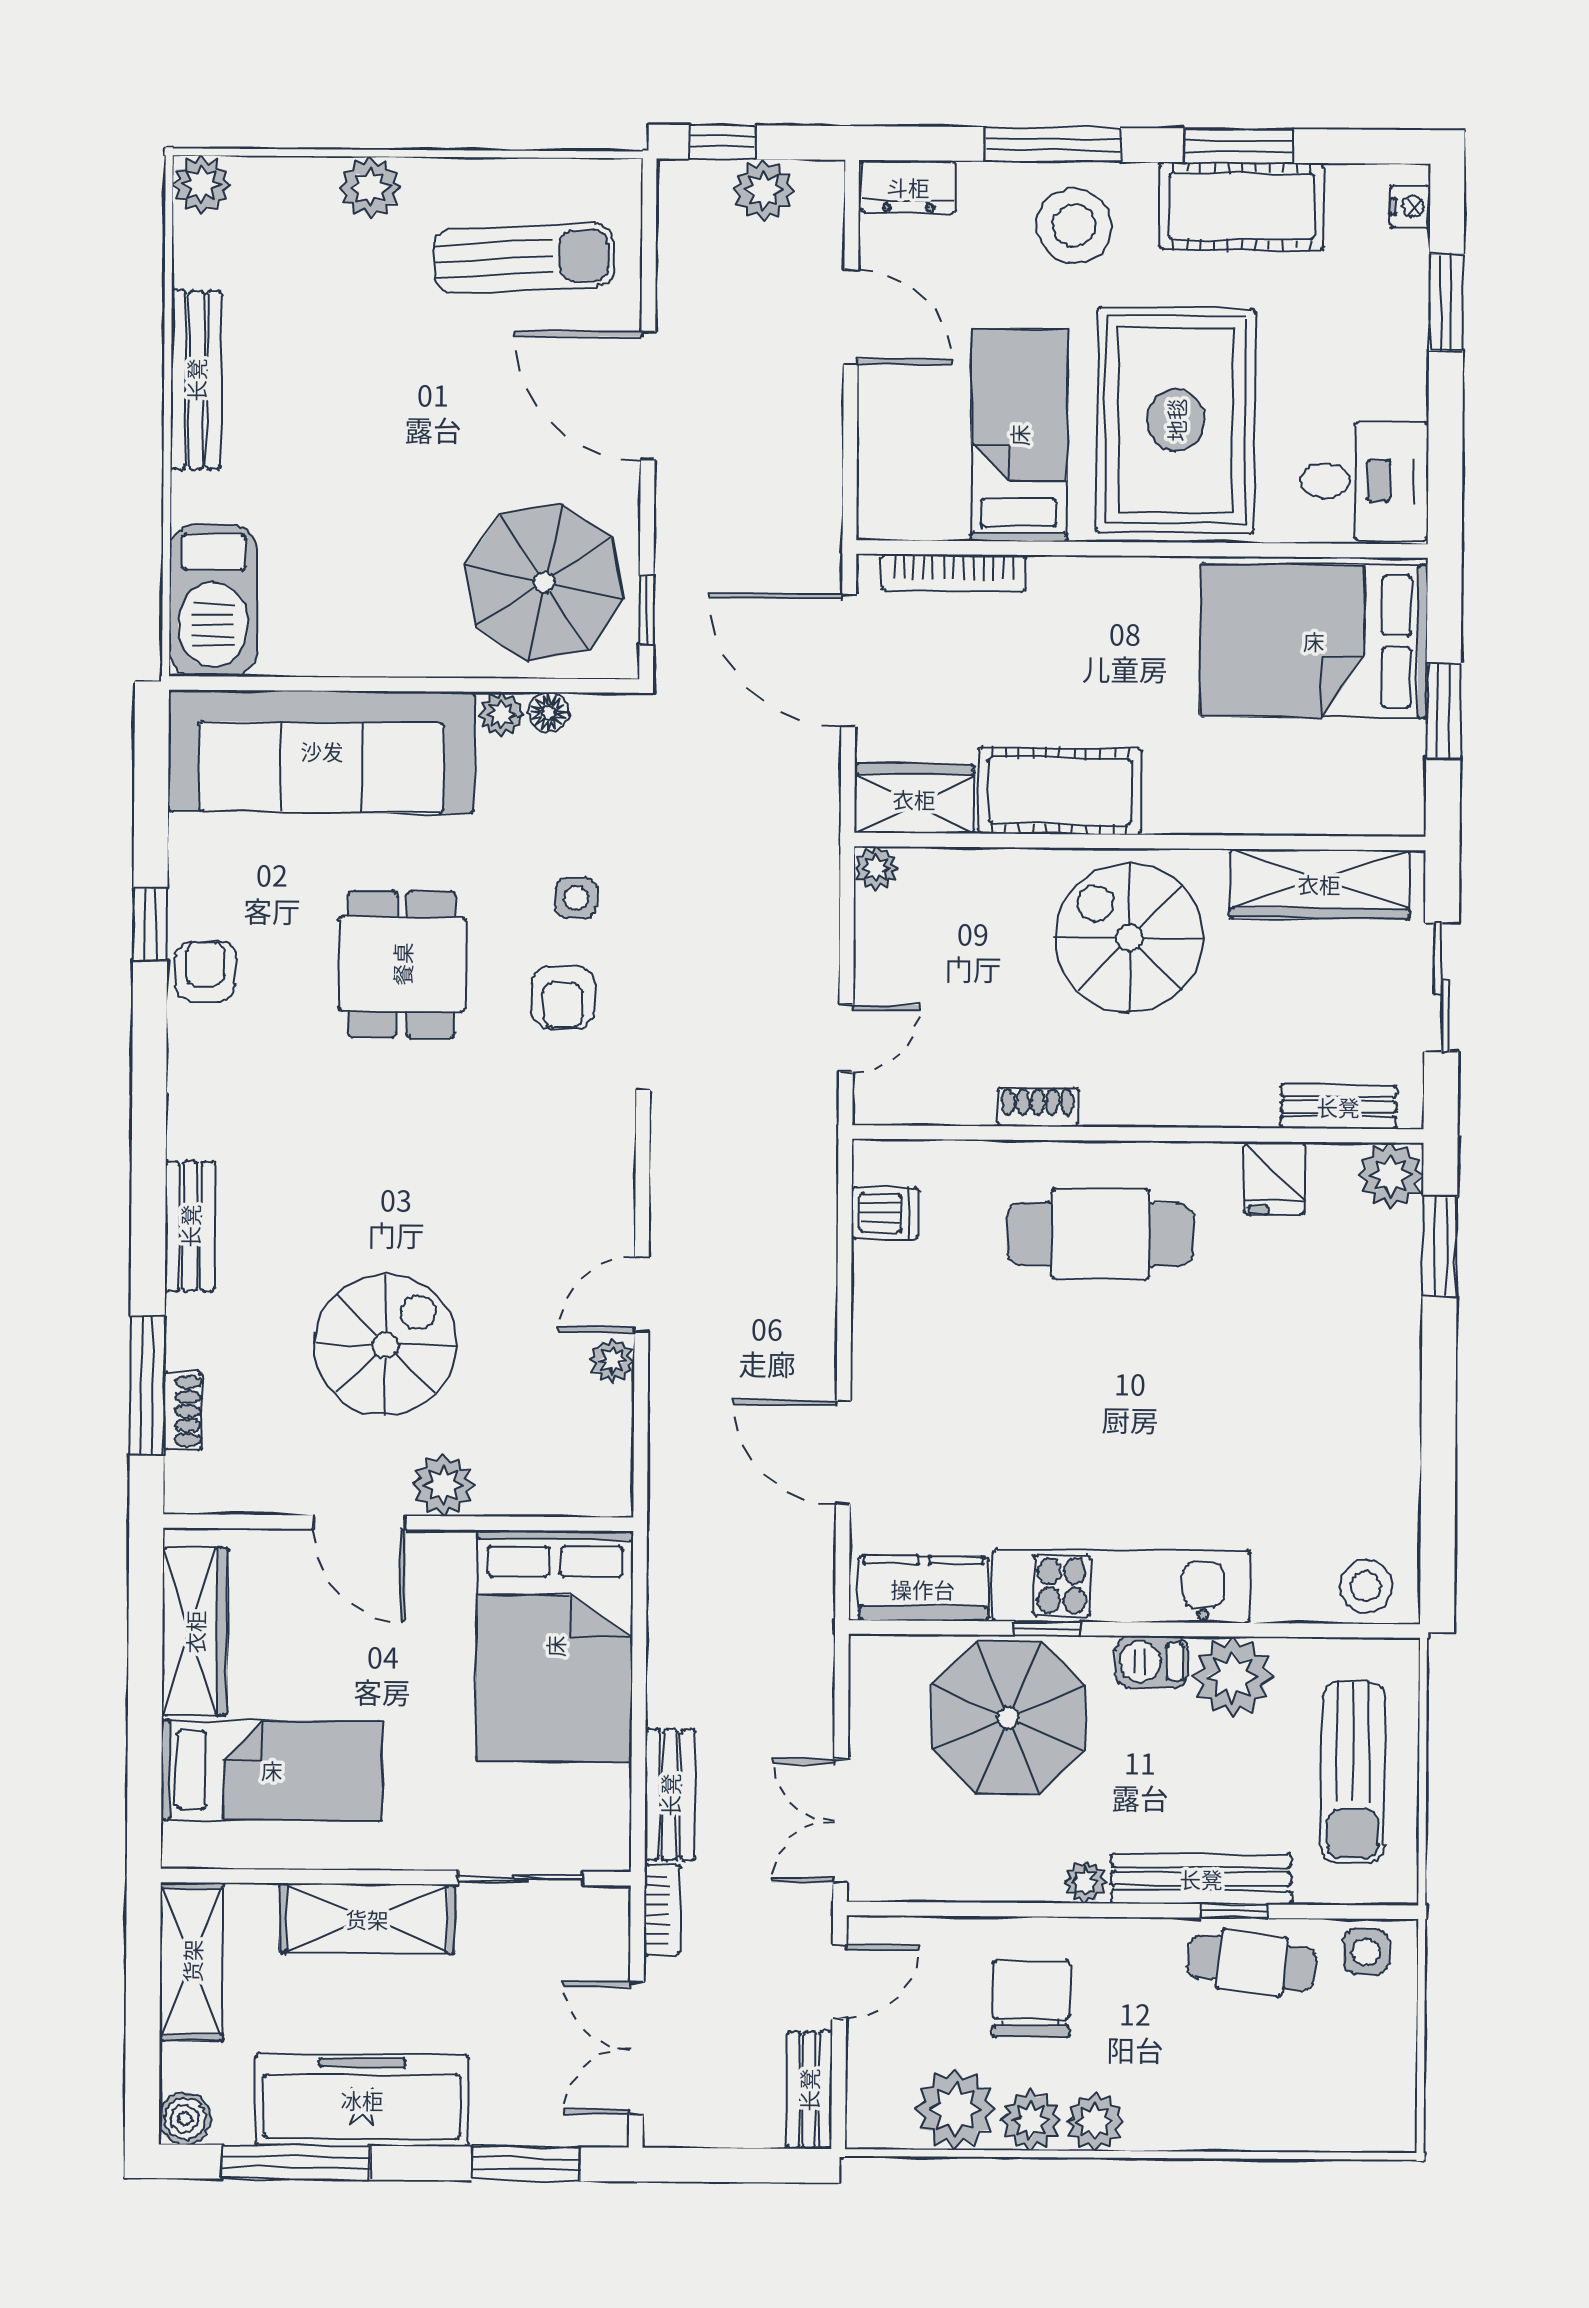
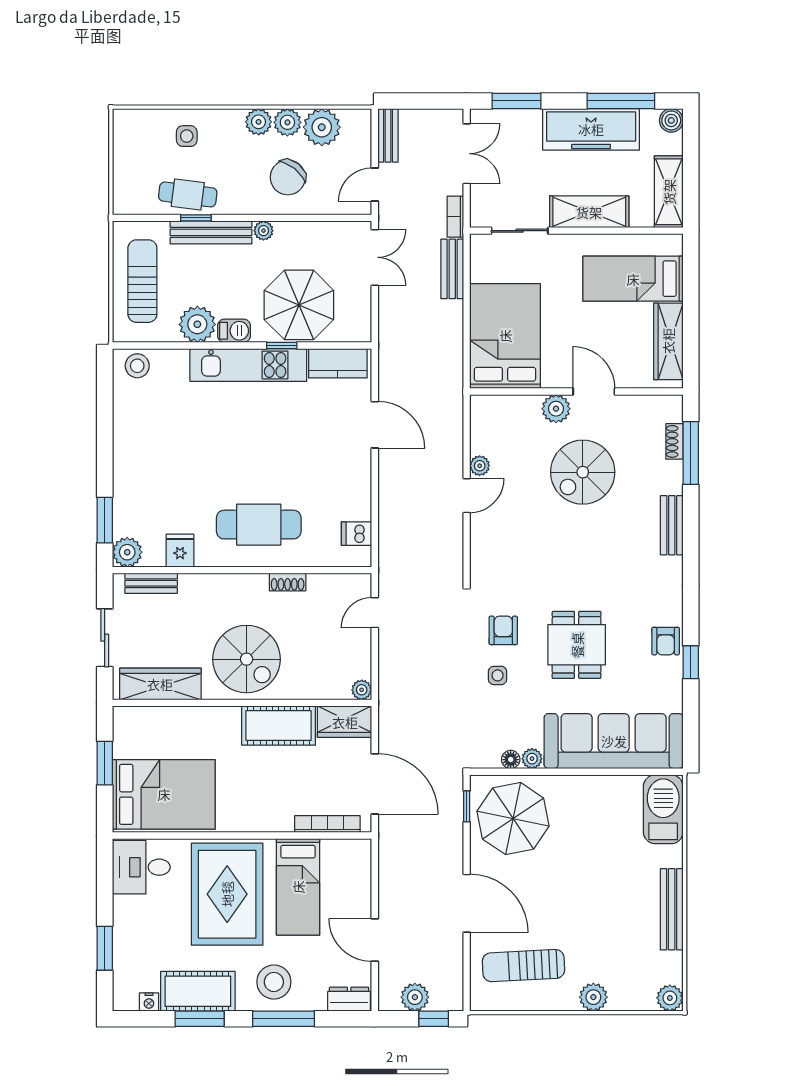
nightstand: (1410, 206) -> (149, 1002), moved, turned -90
side table: (1366, 1952) -> (187, 136), moved
chair: (1031, 1999) -> (288, 177), turned 39

